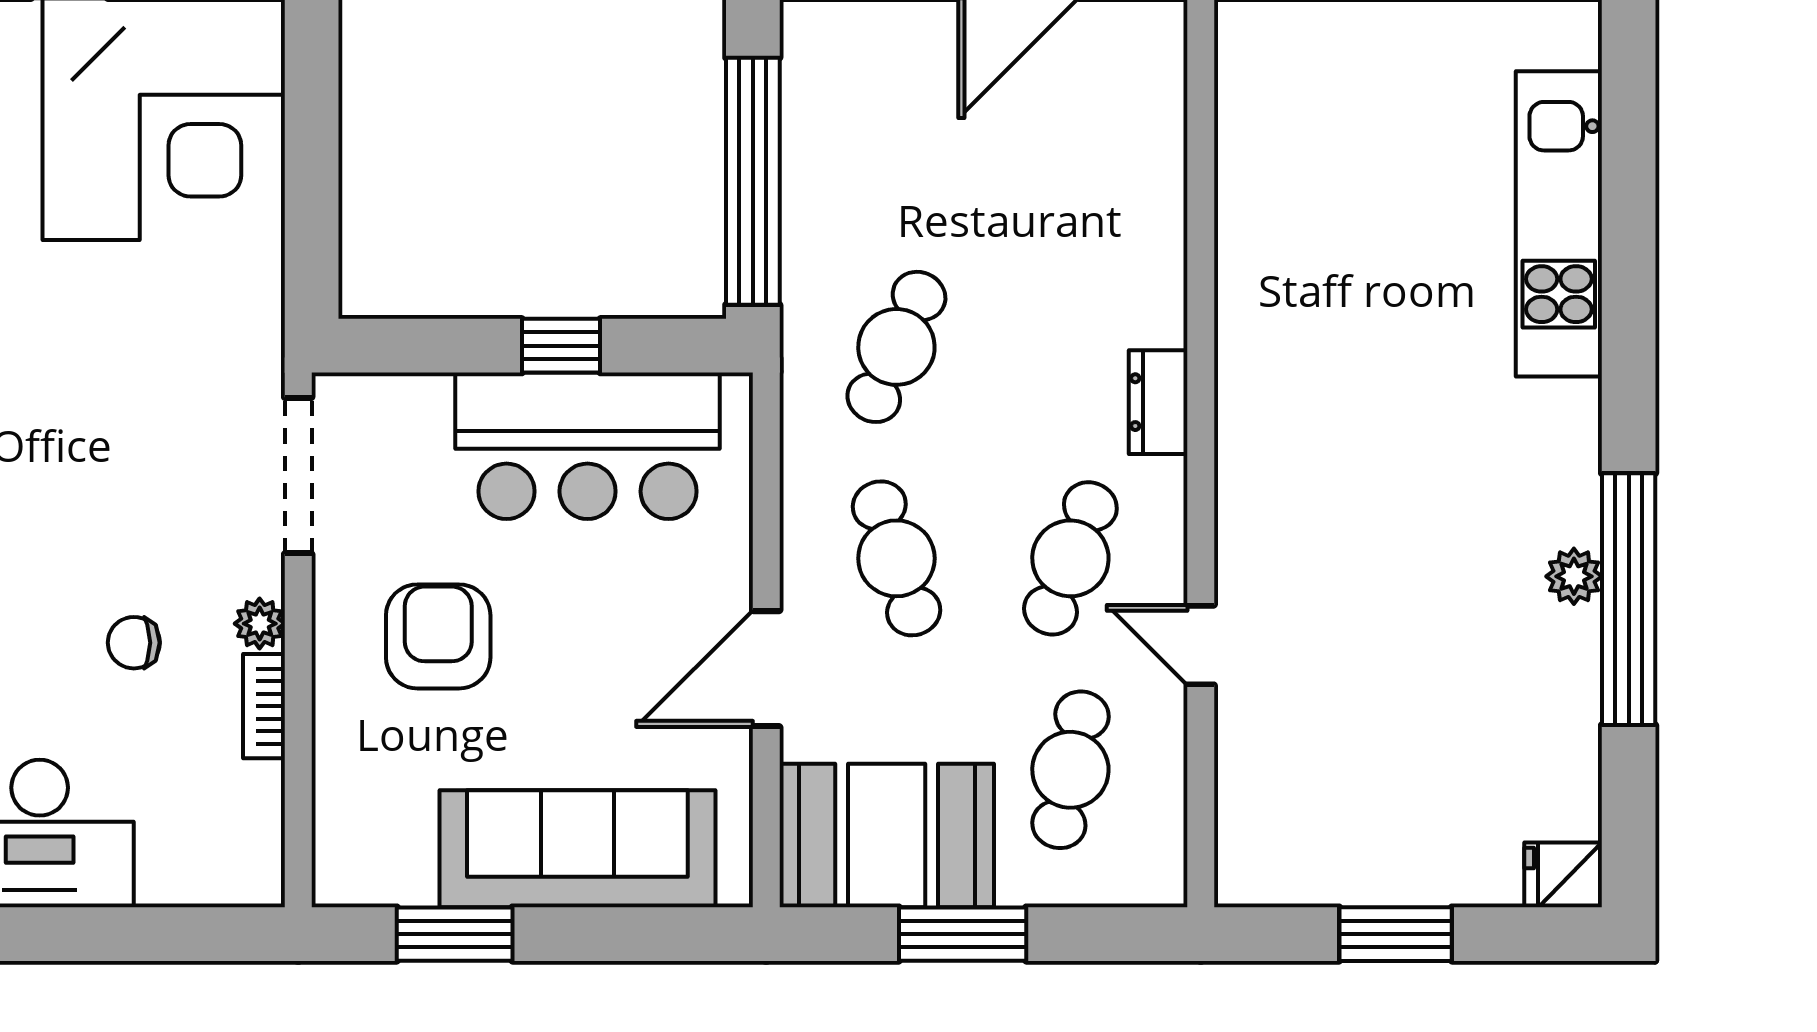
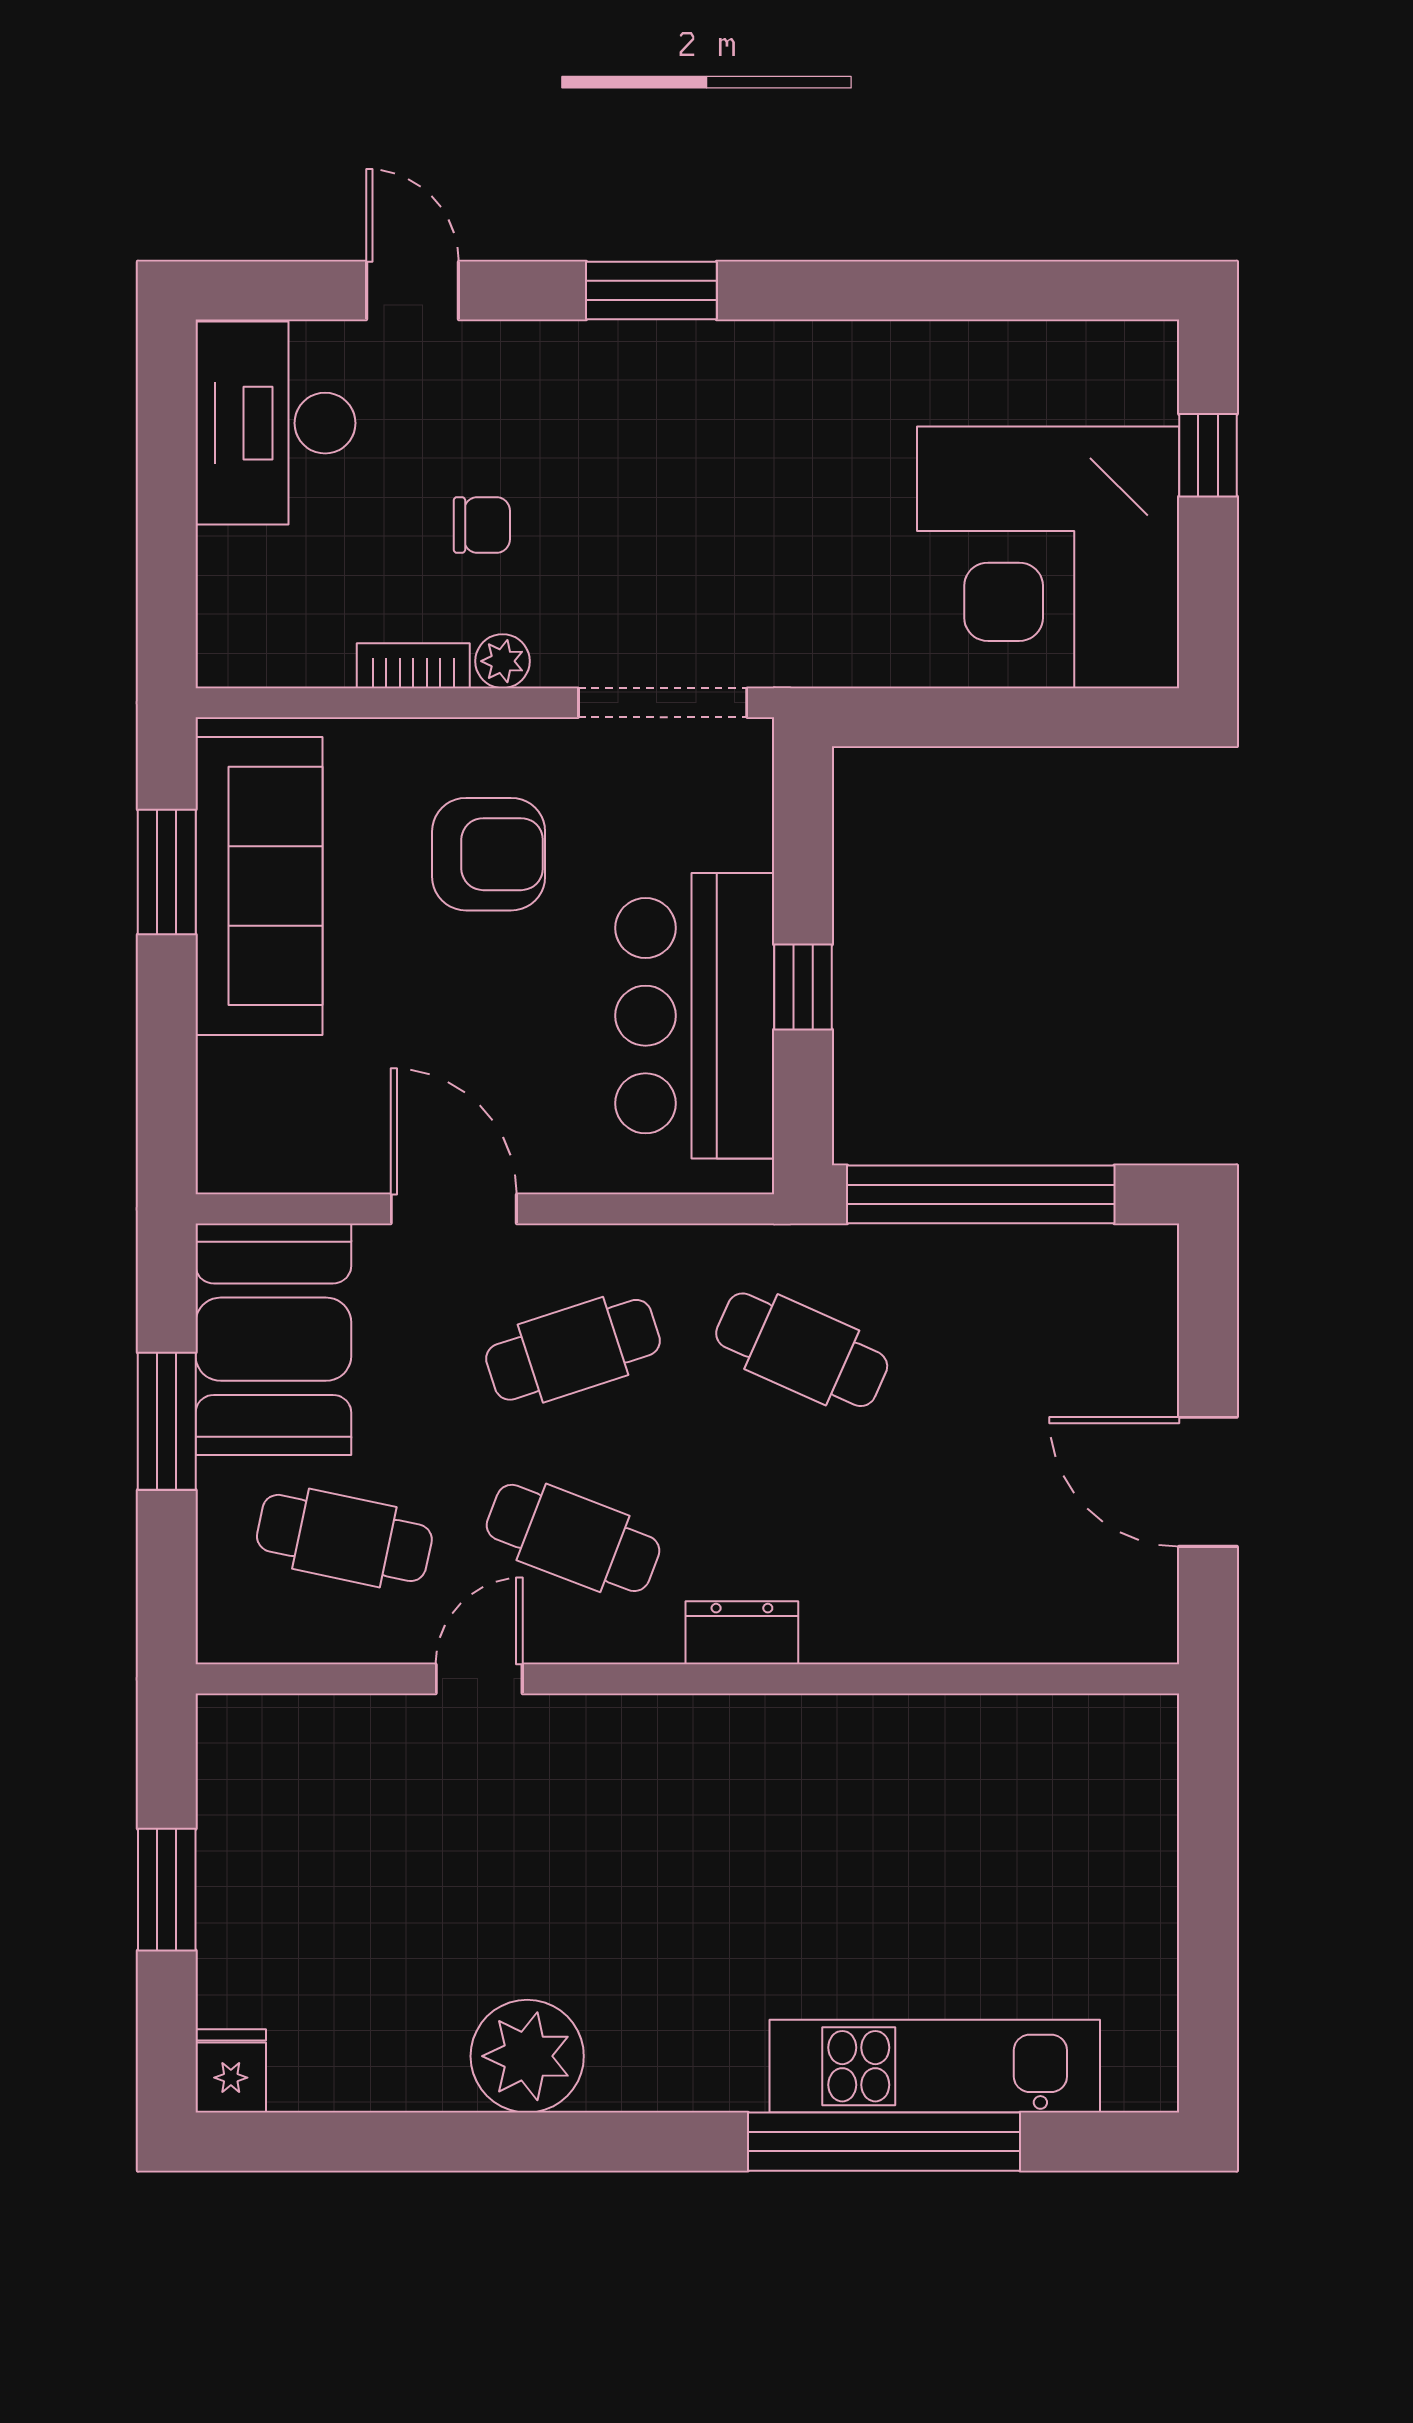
plant: (1574, 576) -> (527, 2056), width x1.88, depth x1.88
window: (1629, 599) -> (884, 2142), moved
chair: (134, 643) -> (482, 525), turned 90
sofa: (577, 849) -> (259, 886), moved

